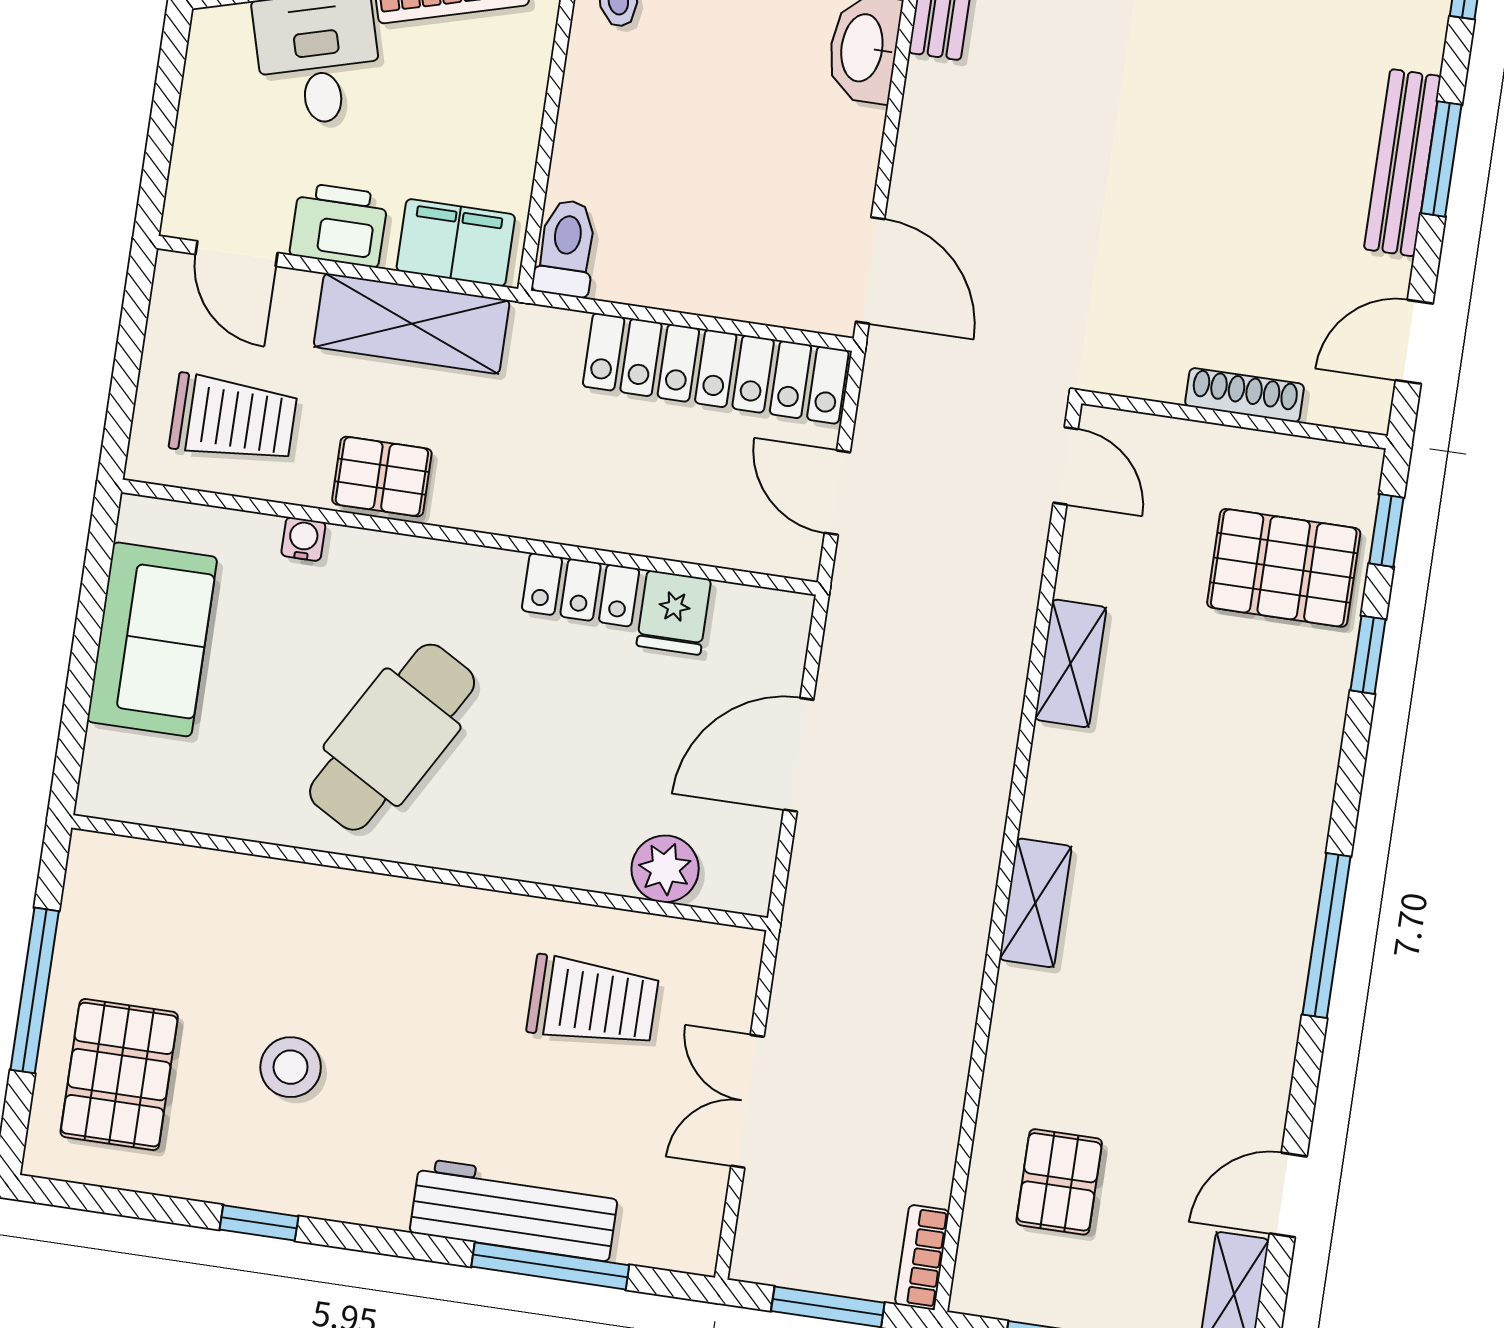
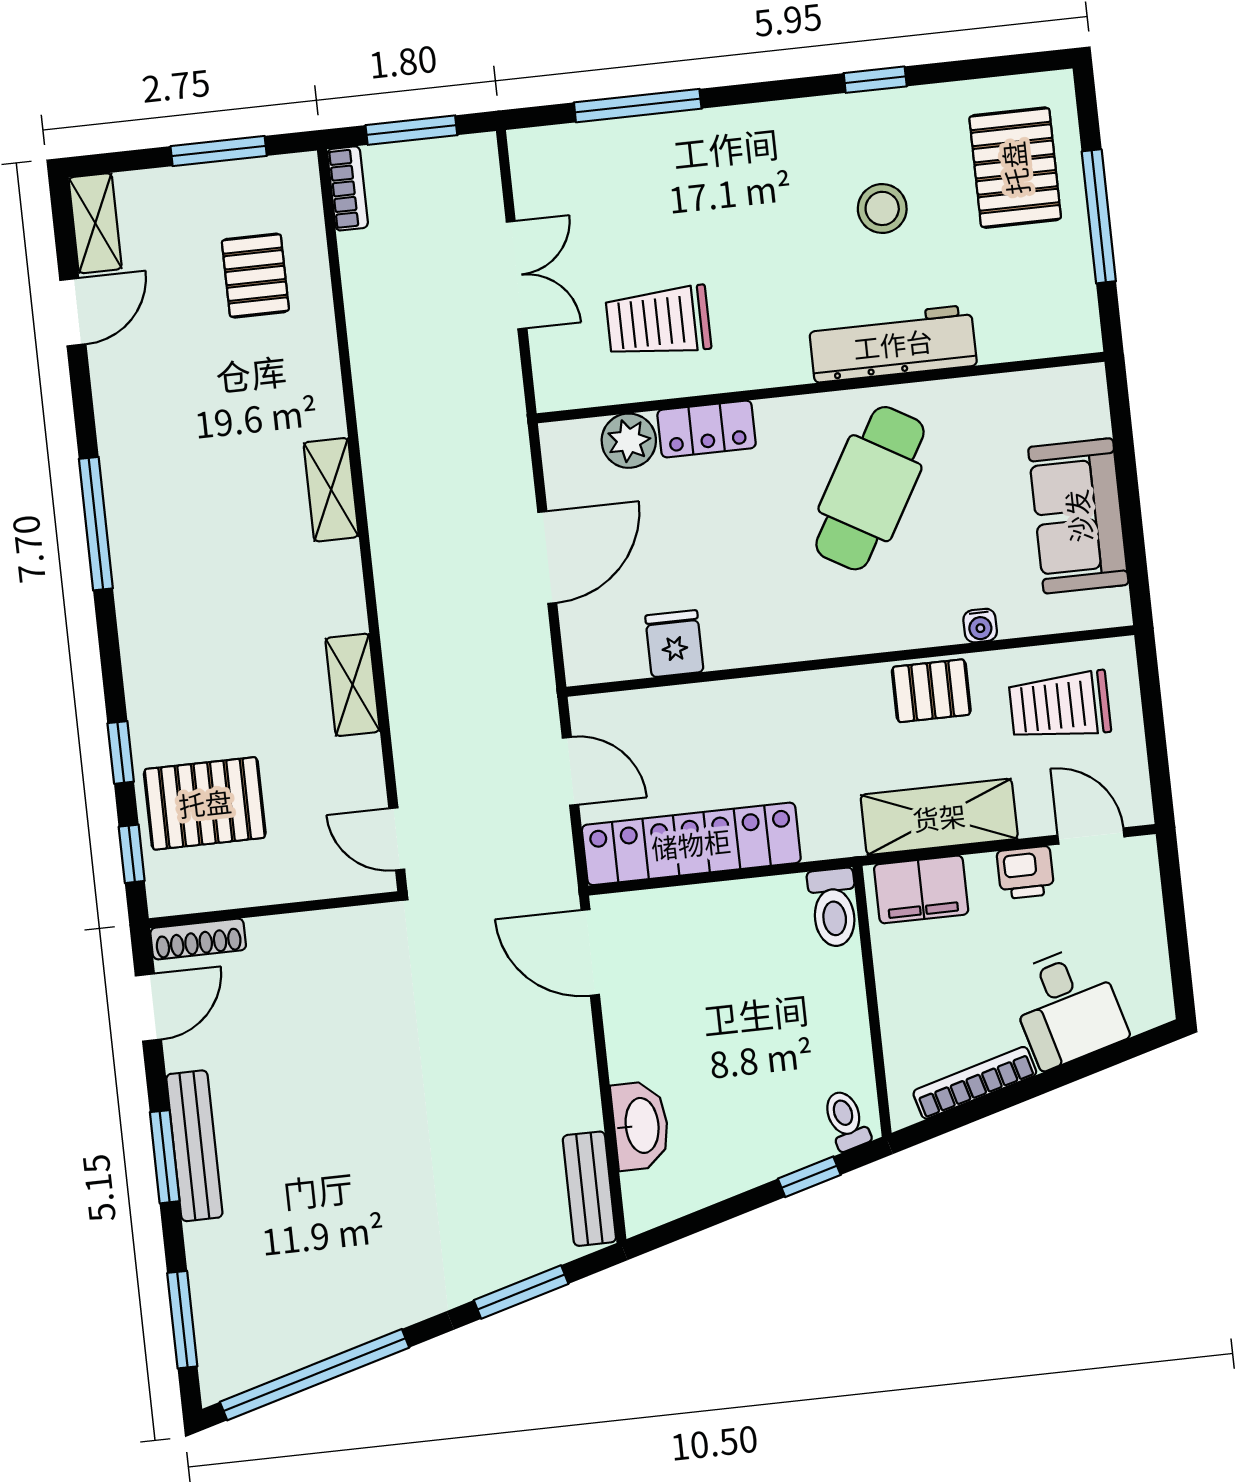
printer: (339, 225) -> (1026, 873), width x0.73, depth x0.81
shoe rack: (1245, 395) -> (198, 939), moved
locker: (581, 590) -> (707, 429), moved, turned 180
workbench: (514, 1210) -> (893, 344), moved, turned 180

